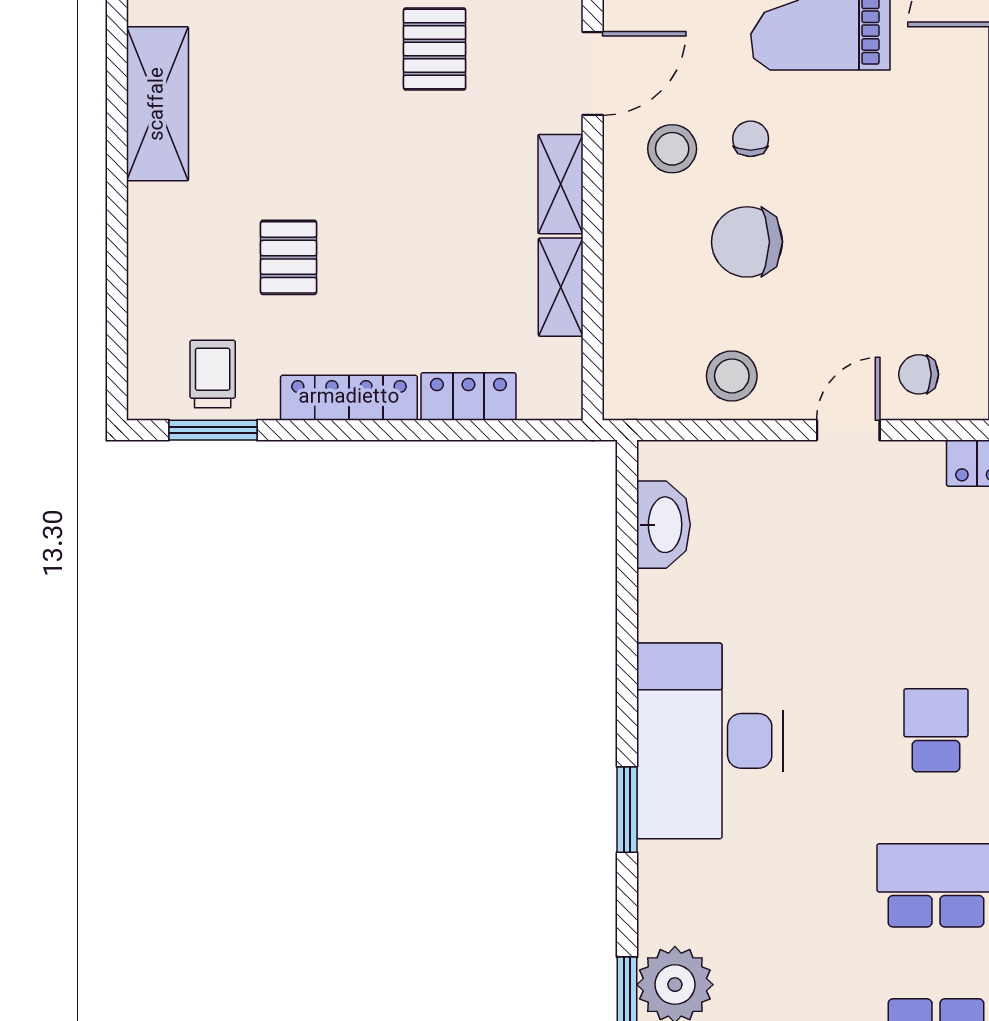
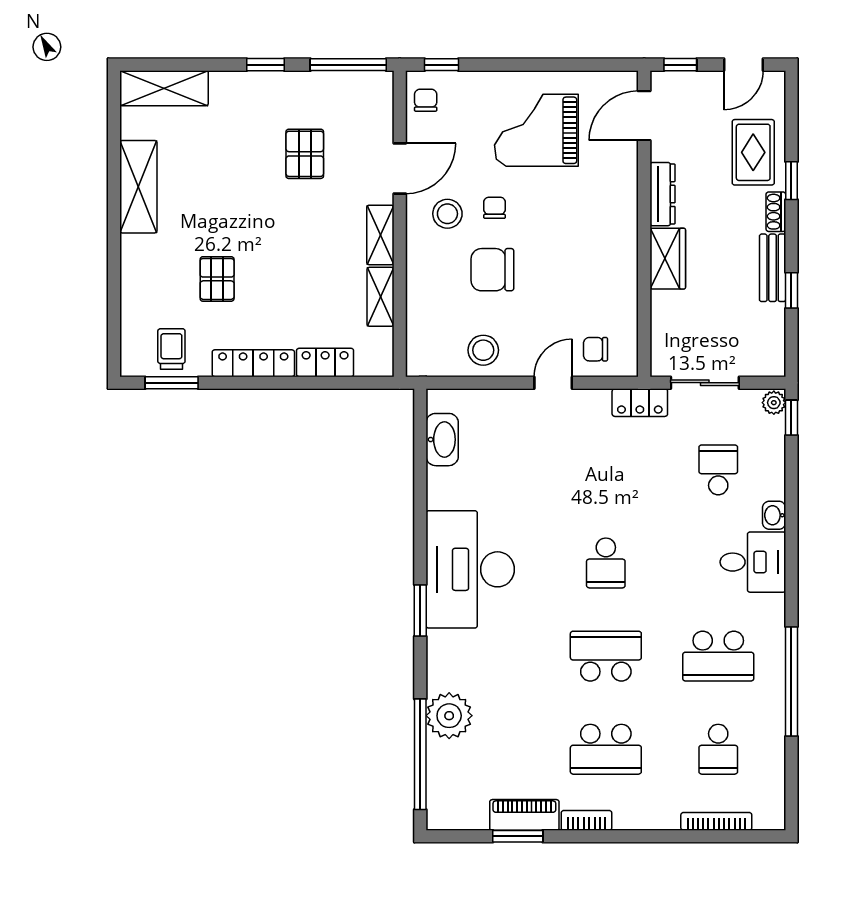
school desk: (936, 730) -> (606, 563), turned 180

